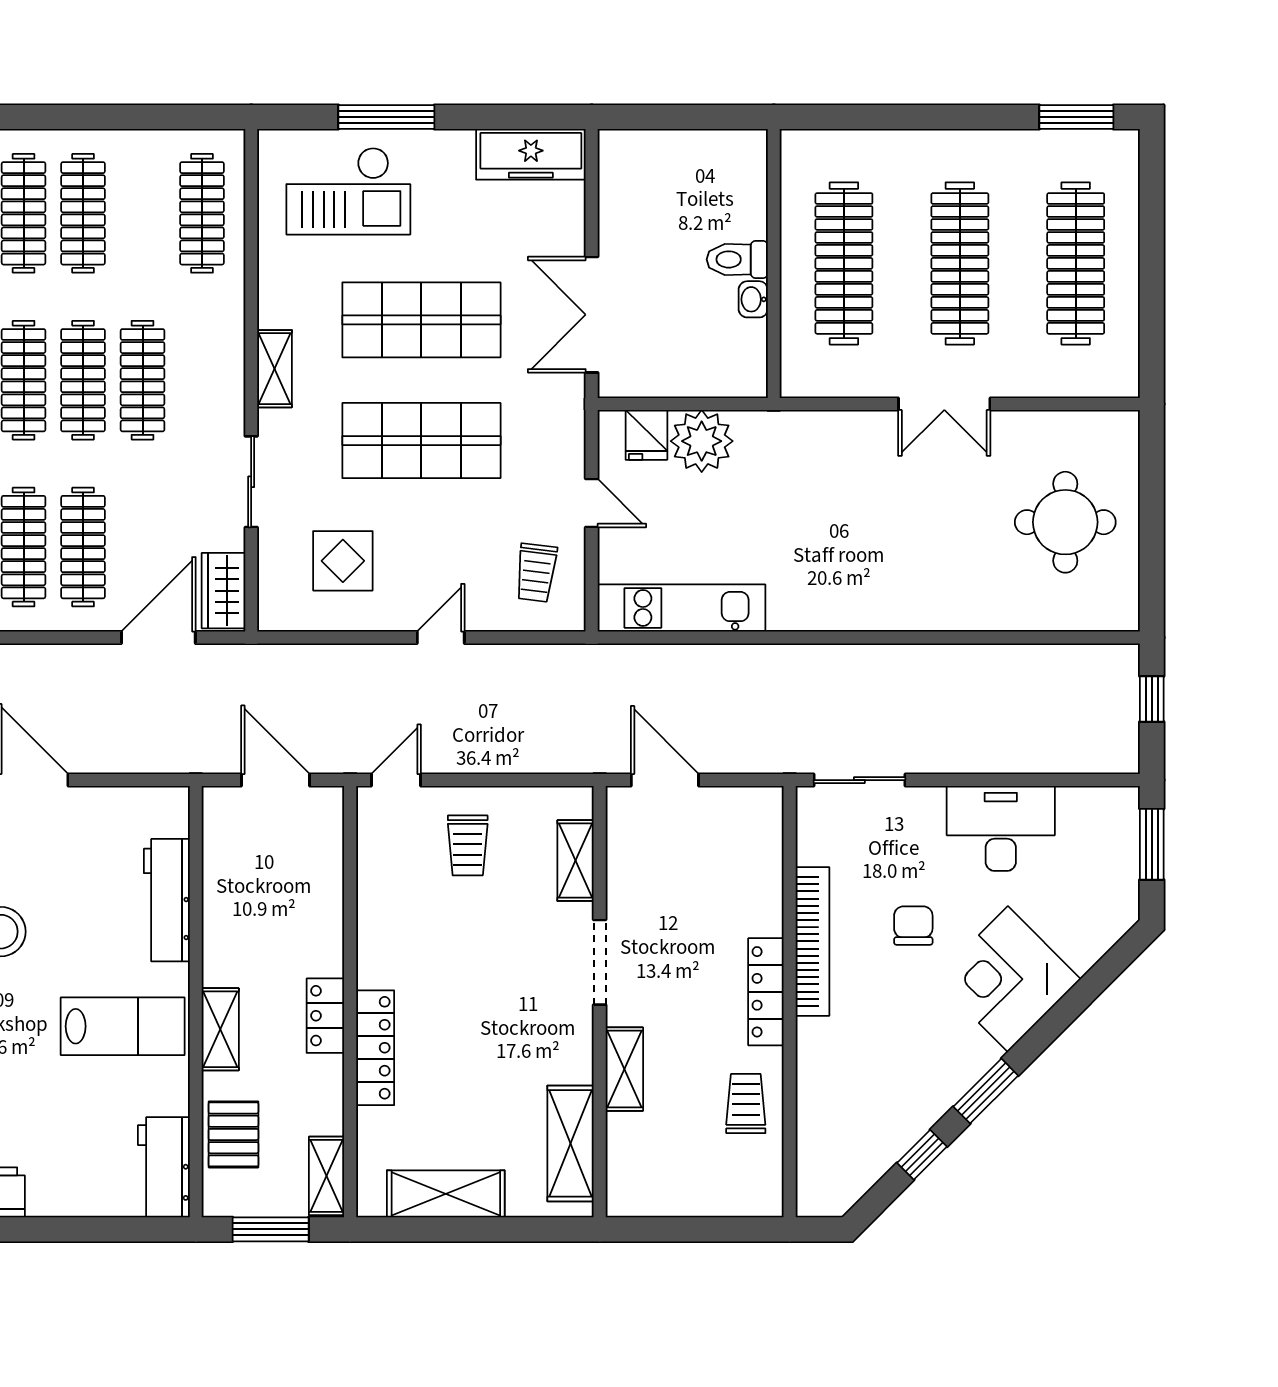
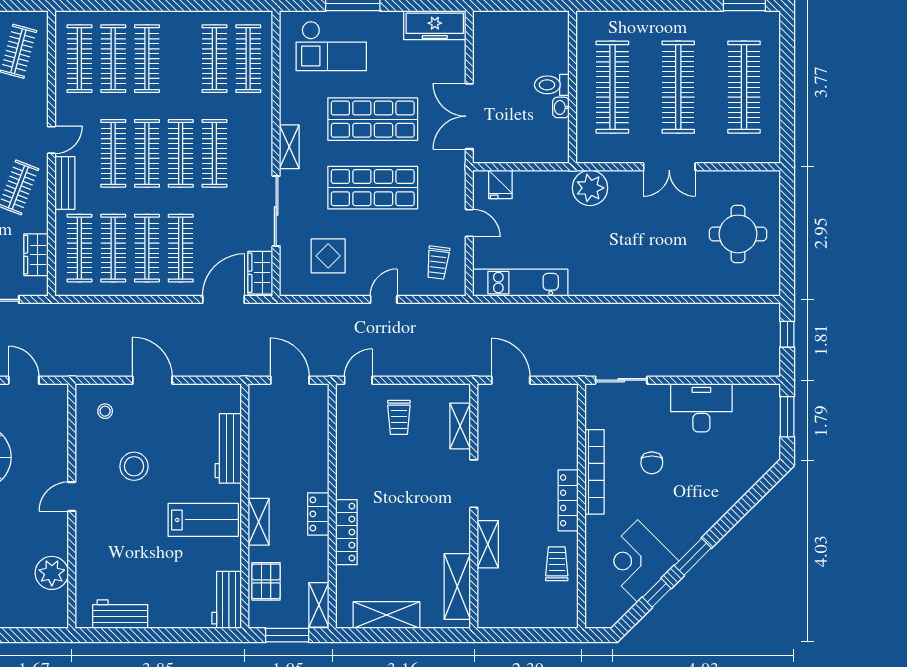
clothes rail: (83, 213) -> (214, 59), moved
plant: (702, 441) -> (590, 188), moved
sliding door: (251, 482) -> (276, 211), width x1.37
chair: (913, 926) -> (652, 463), turned 180
corner desk: (1008, 979) -> (638, 561), moved

